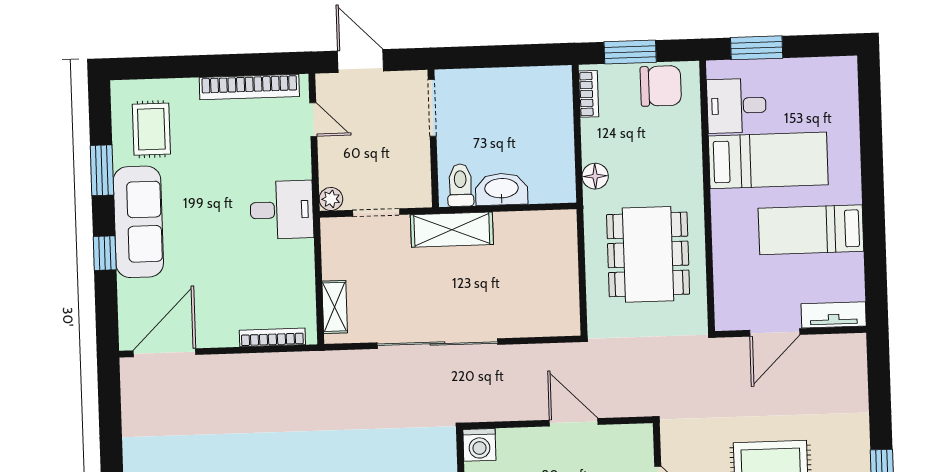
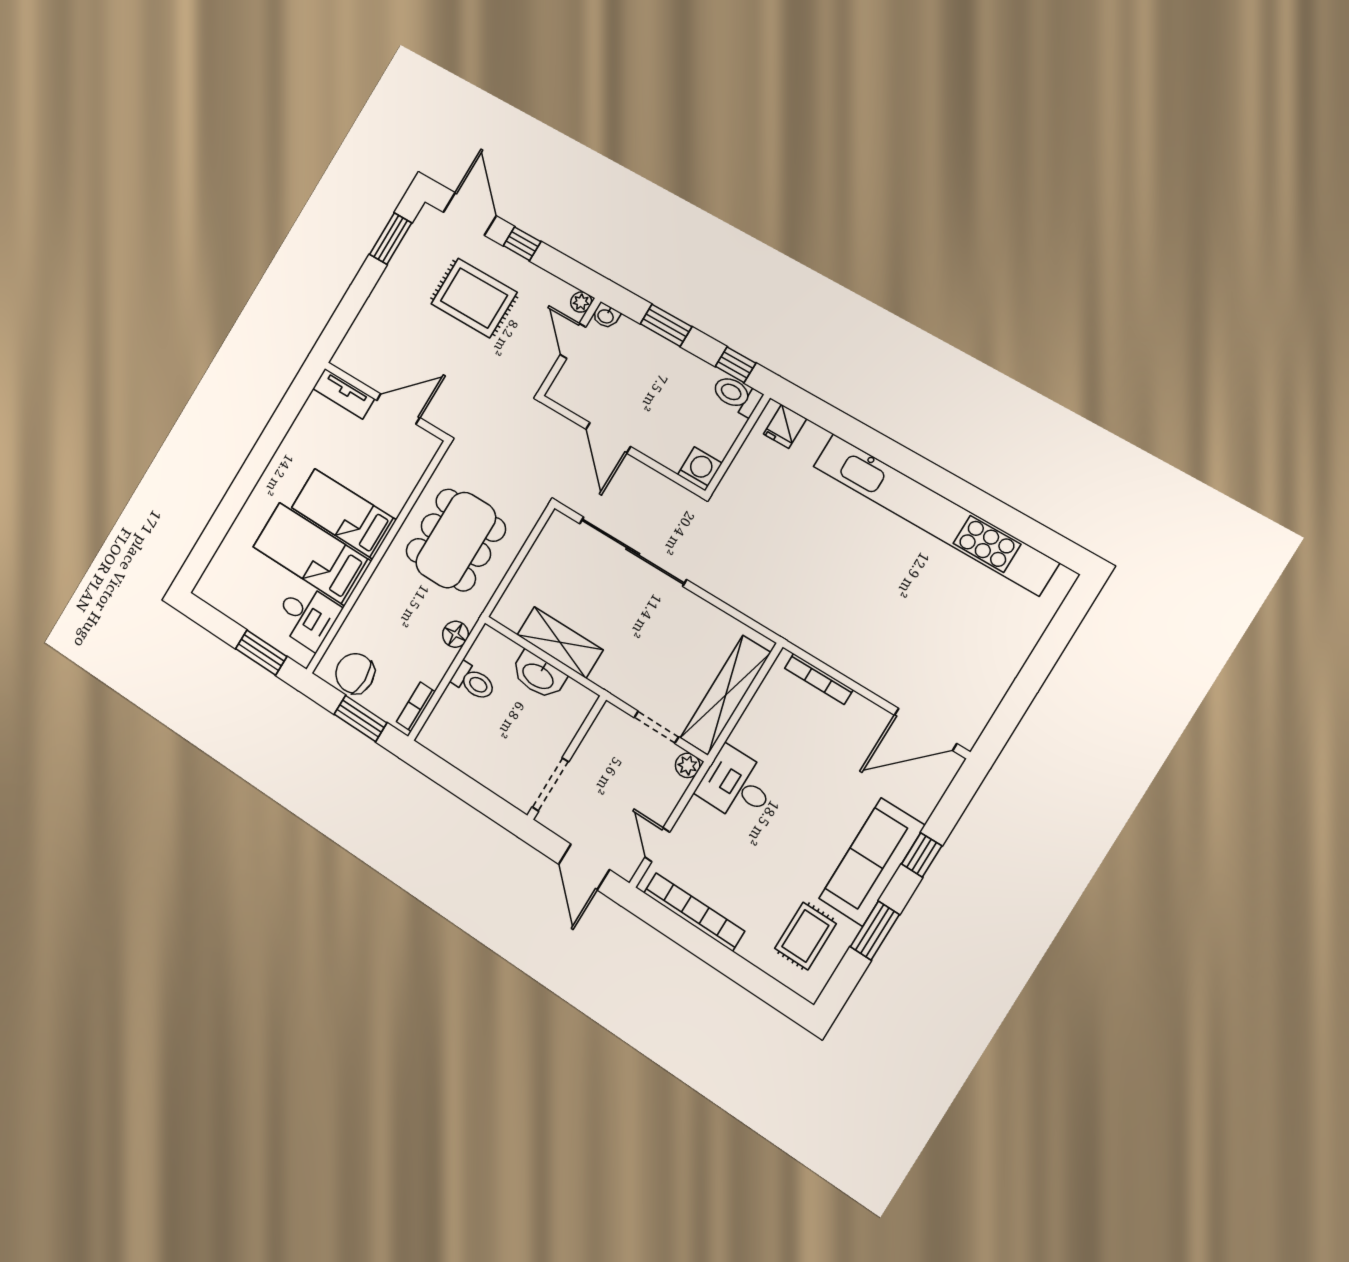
toilet: (460, 185) -> (473, 682), moved, turned -90
shelving: (452, 230) -> (560, 642), moved
bed: (811, 230) -> (344, 514), moved, turned 180
shelving: (335, 307) -> (726, 695), width x2.20, depth x1.33
sliding door: (437, 344) -> (633, 551), moved

